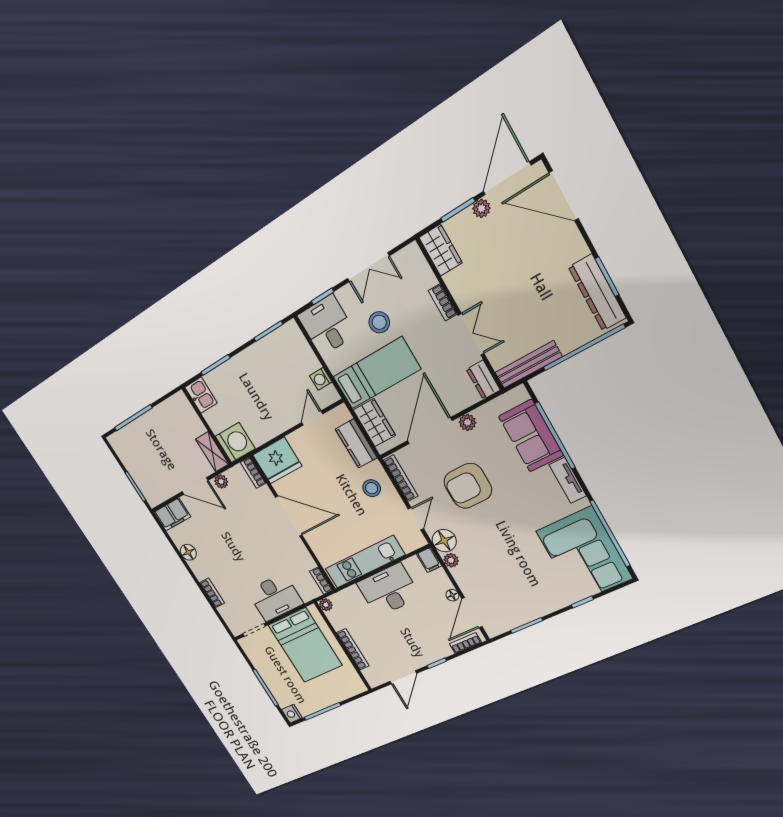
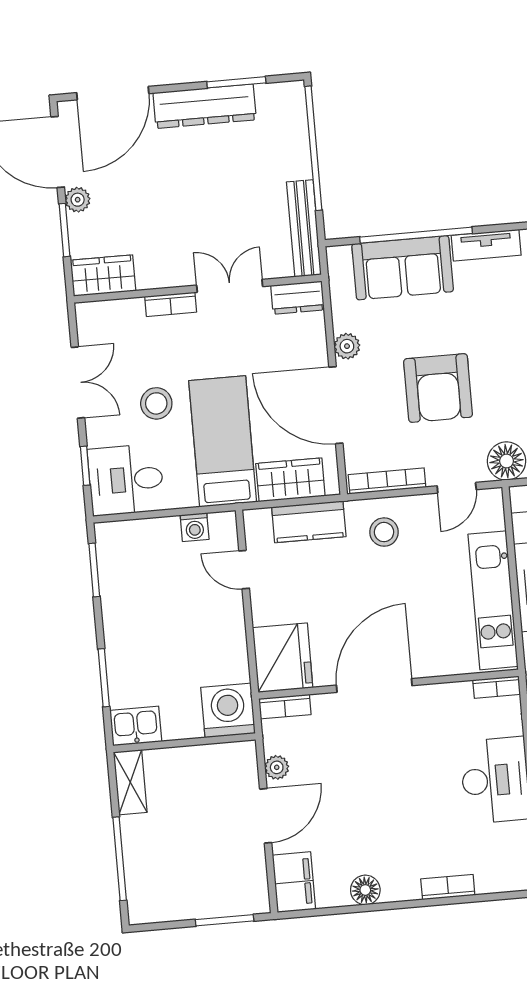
dresser: (597, 293) -> (205, 106), moved
shelving: (212, 452) -> (130, 782), moved, turned 90
door: (416, 519) -> (457, 488), swing flipped

